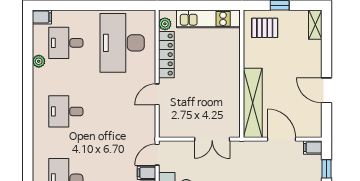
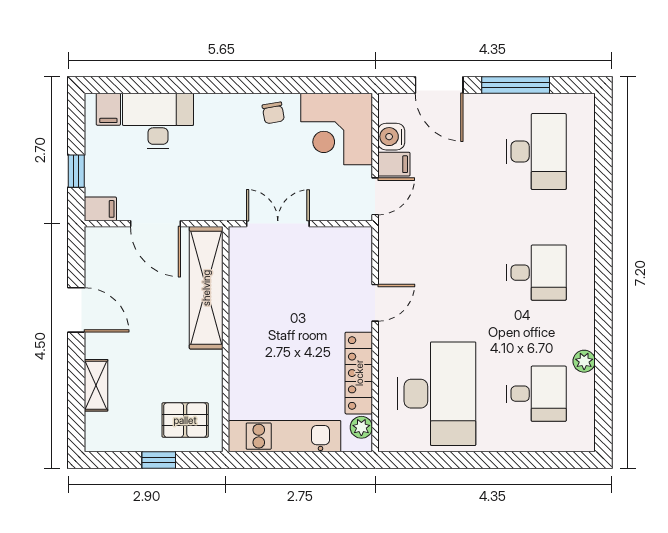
filing cabinet: (42, 17) -> (578, 439), removed
shelving: (315, 25) -> (96, 385), moved

